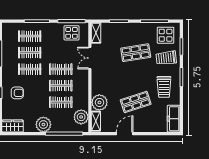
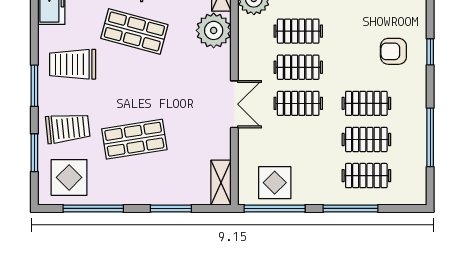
double door: (90, 58) -> (234, 104), moved
trolley: (164, 87) -> (73, 64), turned -90
shop shelf: (136, 102) -> (134, 31), turned 33

